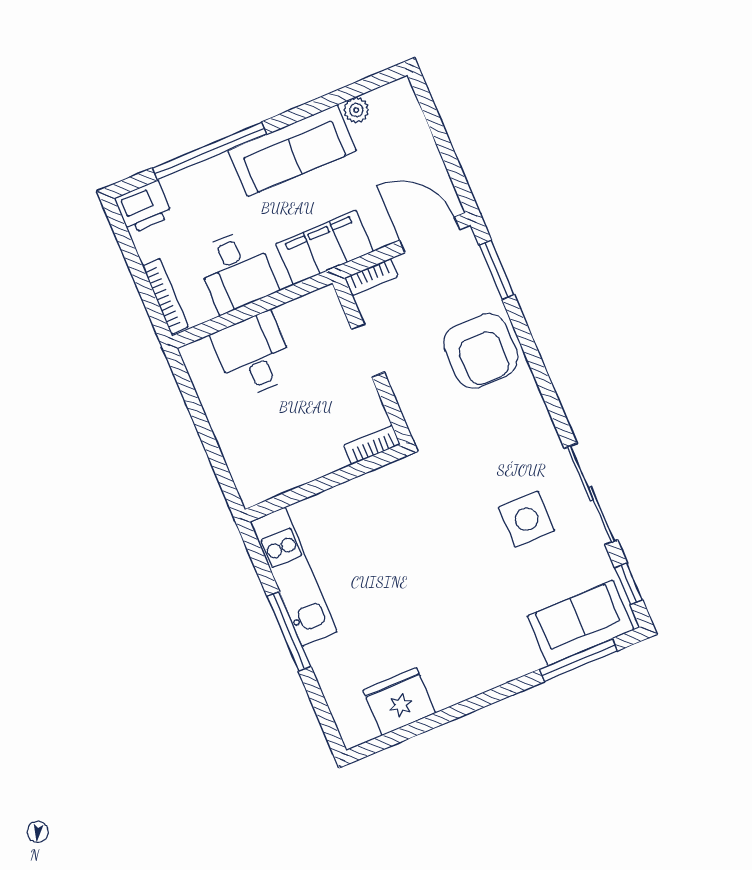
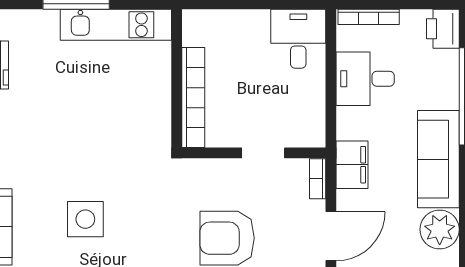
plant: (356, 110) -> (440, 229), width x1.87, depth x1.87
filing cabinet: (325, 248) -> (352, 165), width x0.67, depth x0.86
desk: (254, 355) -> (298, 39), moved, turned -90
bookcase: (372, 445) -> (193, 98), width x2.31, depth x1.31

